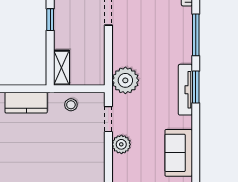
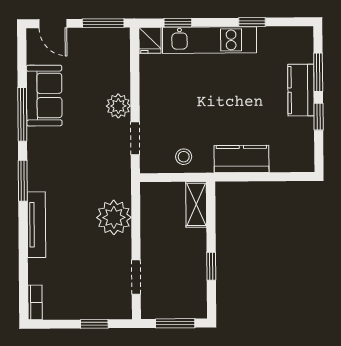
window: (196, 35) -> (22, 114), moved
plant: (125, 80) -> (114, 217), moved
tv unit: (185, 90) -> (36, 225), moved

